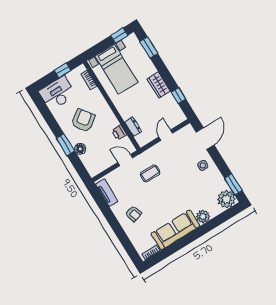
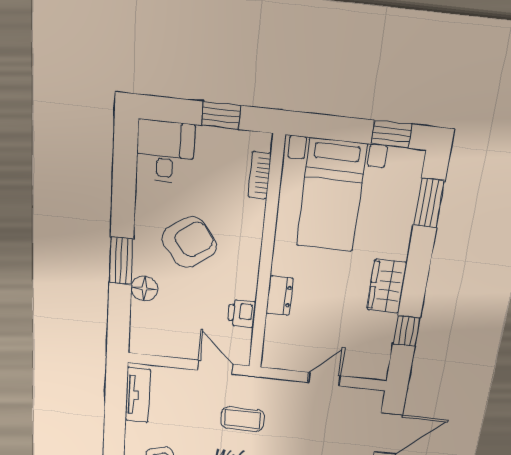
desk: (57, 93) -> (165, 152), width x0.73
dresser: (133, 127) -> (279, 296), moved

